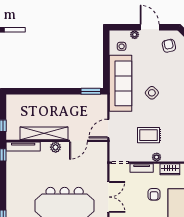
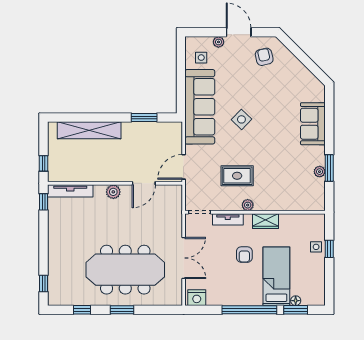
window: (91, 91) -> (144, 117), moved
shelving: (44, 133) -> (89, 130), moved

